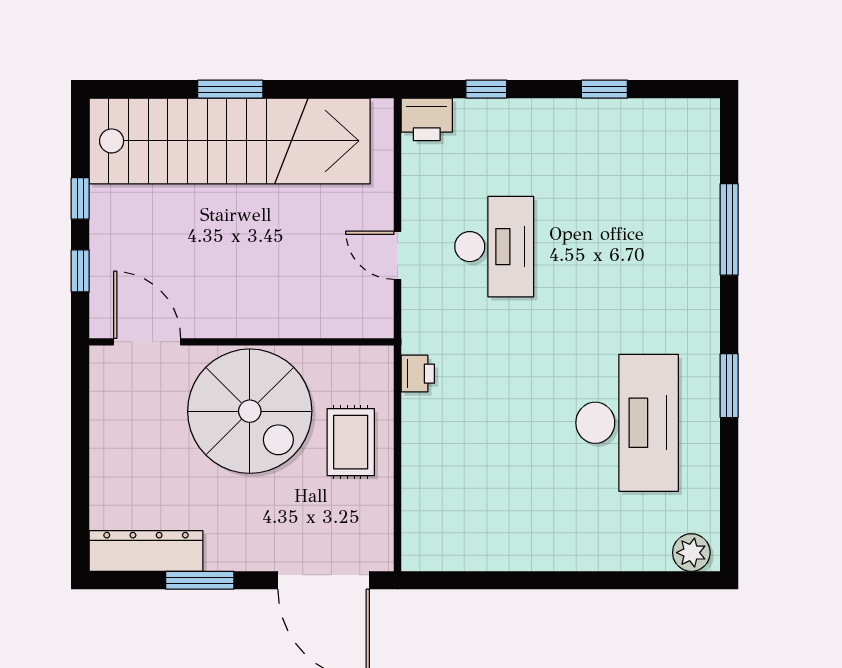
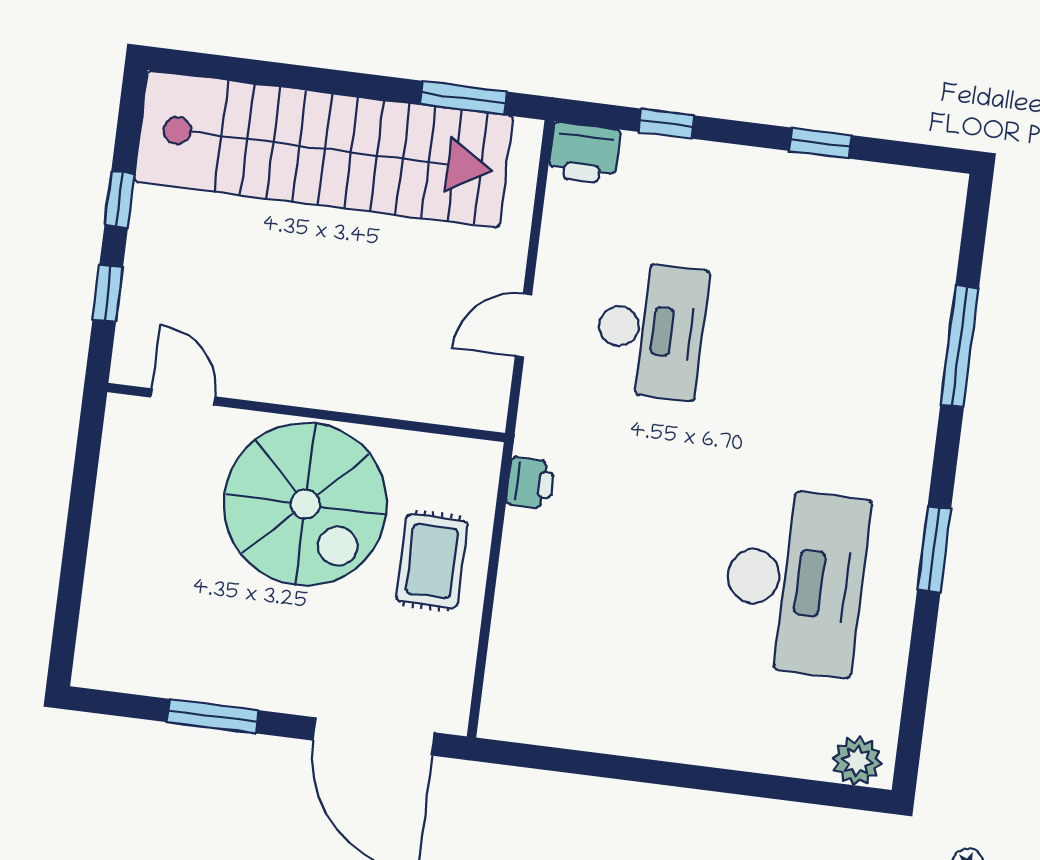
window: (230, 89) -> (464, 98), moved
door: (397, 255) -> (524, 325), hinge flipped
door: (147, 342) -> (183, 397), width x0.73
dresser: (146, 551) -> (147, 669), removed

